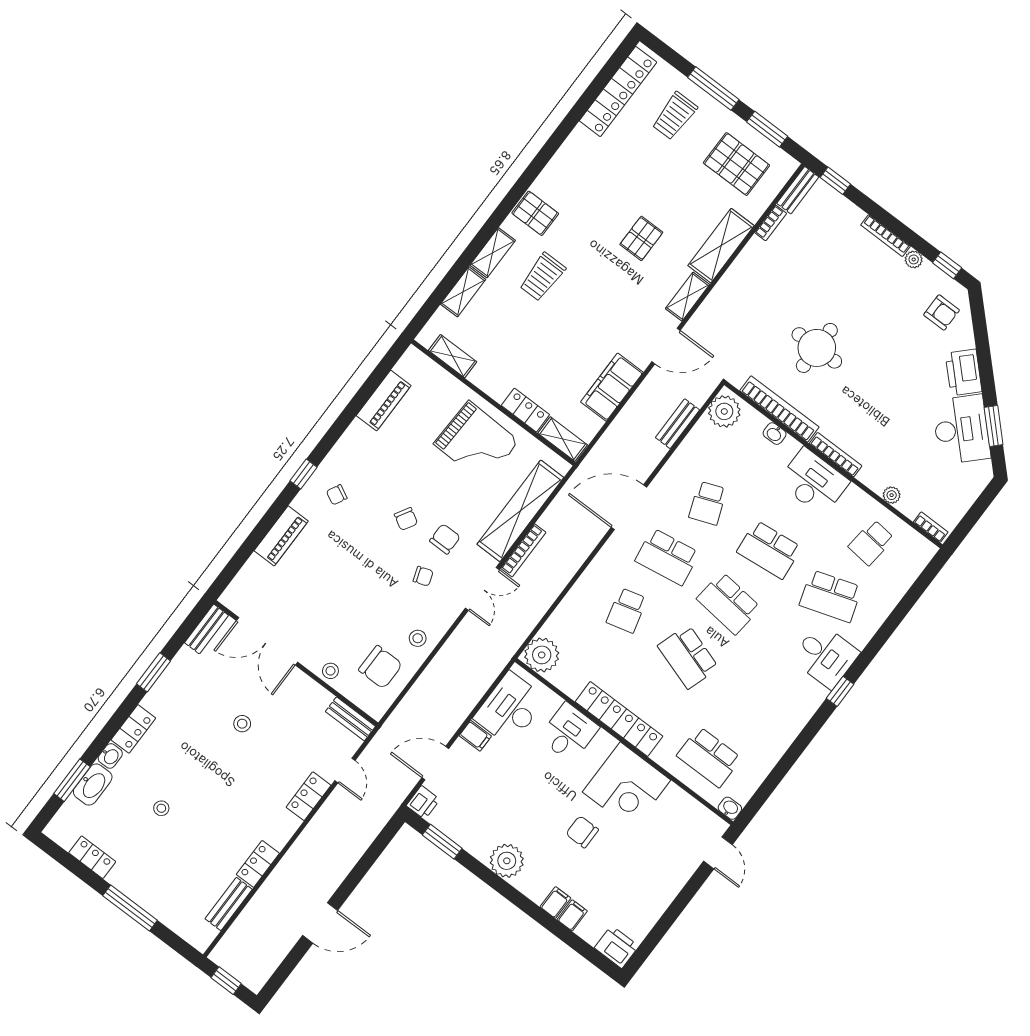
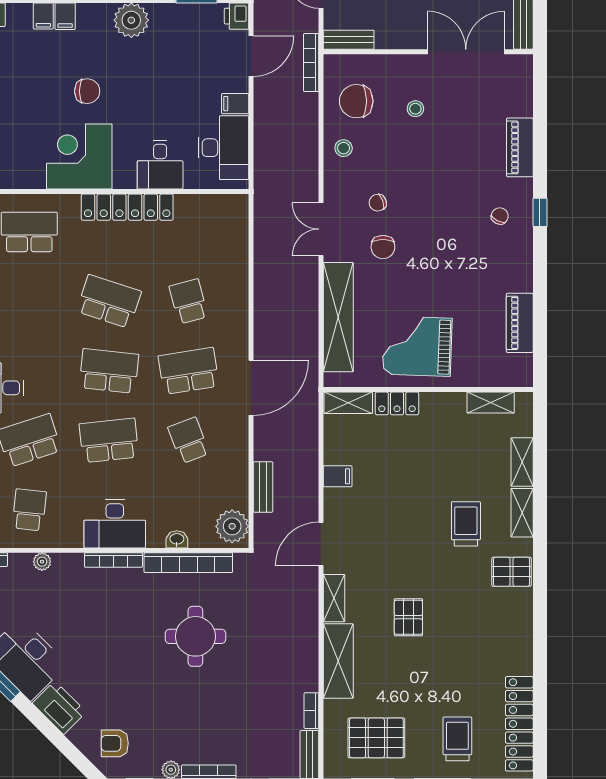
filing cabinet: (612, 387) -> (338, 476), width x0.33, depth x0.86
chair: (406, 519) -> (428, 239), removed
bookcase: (523, 550) -> (311, 63), moved
plant: (542, 655) -> (231, 212), removed
stool: (330, 671) -> (415, 109), moved

